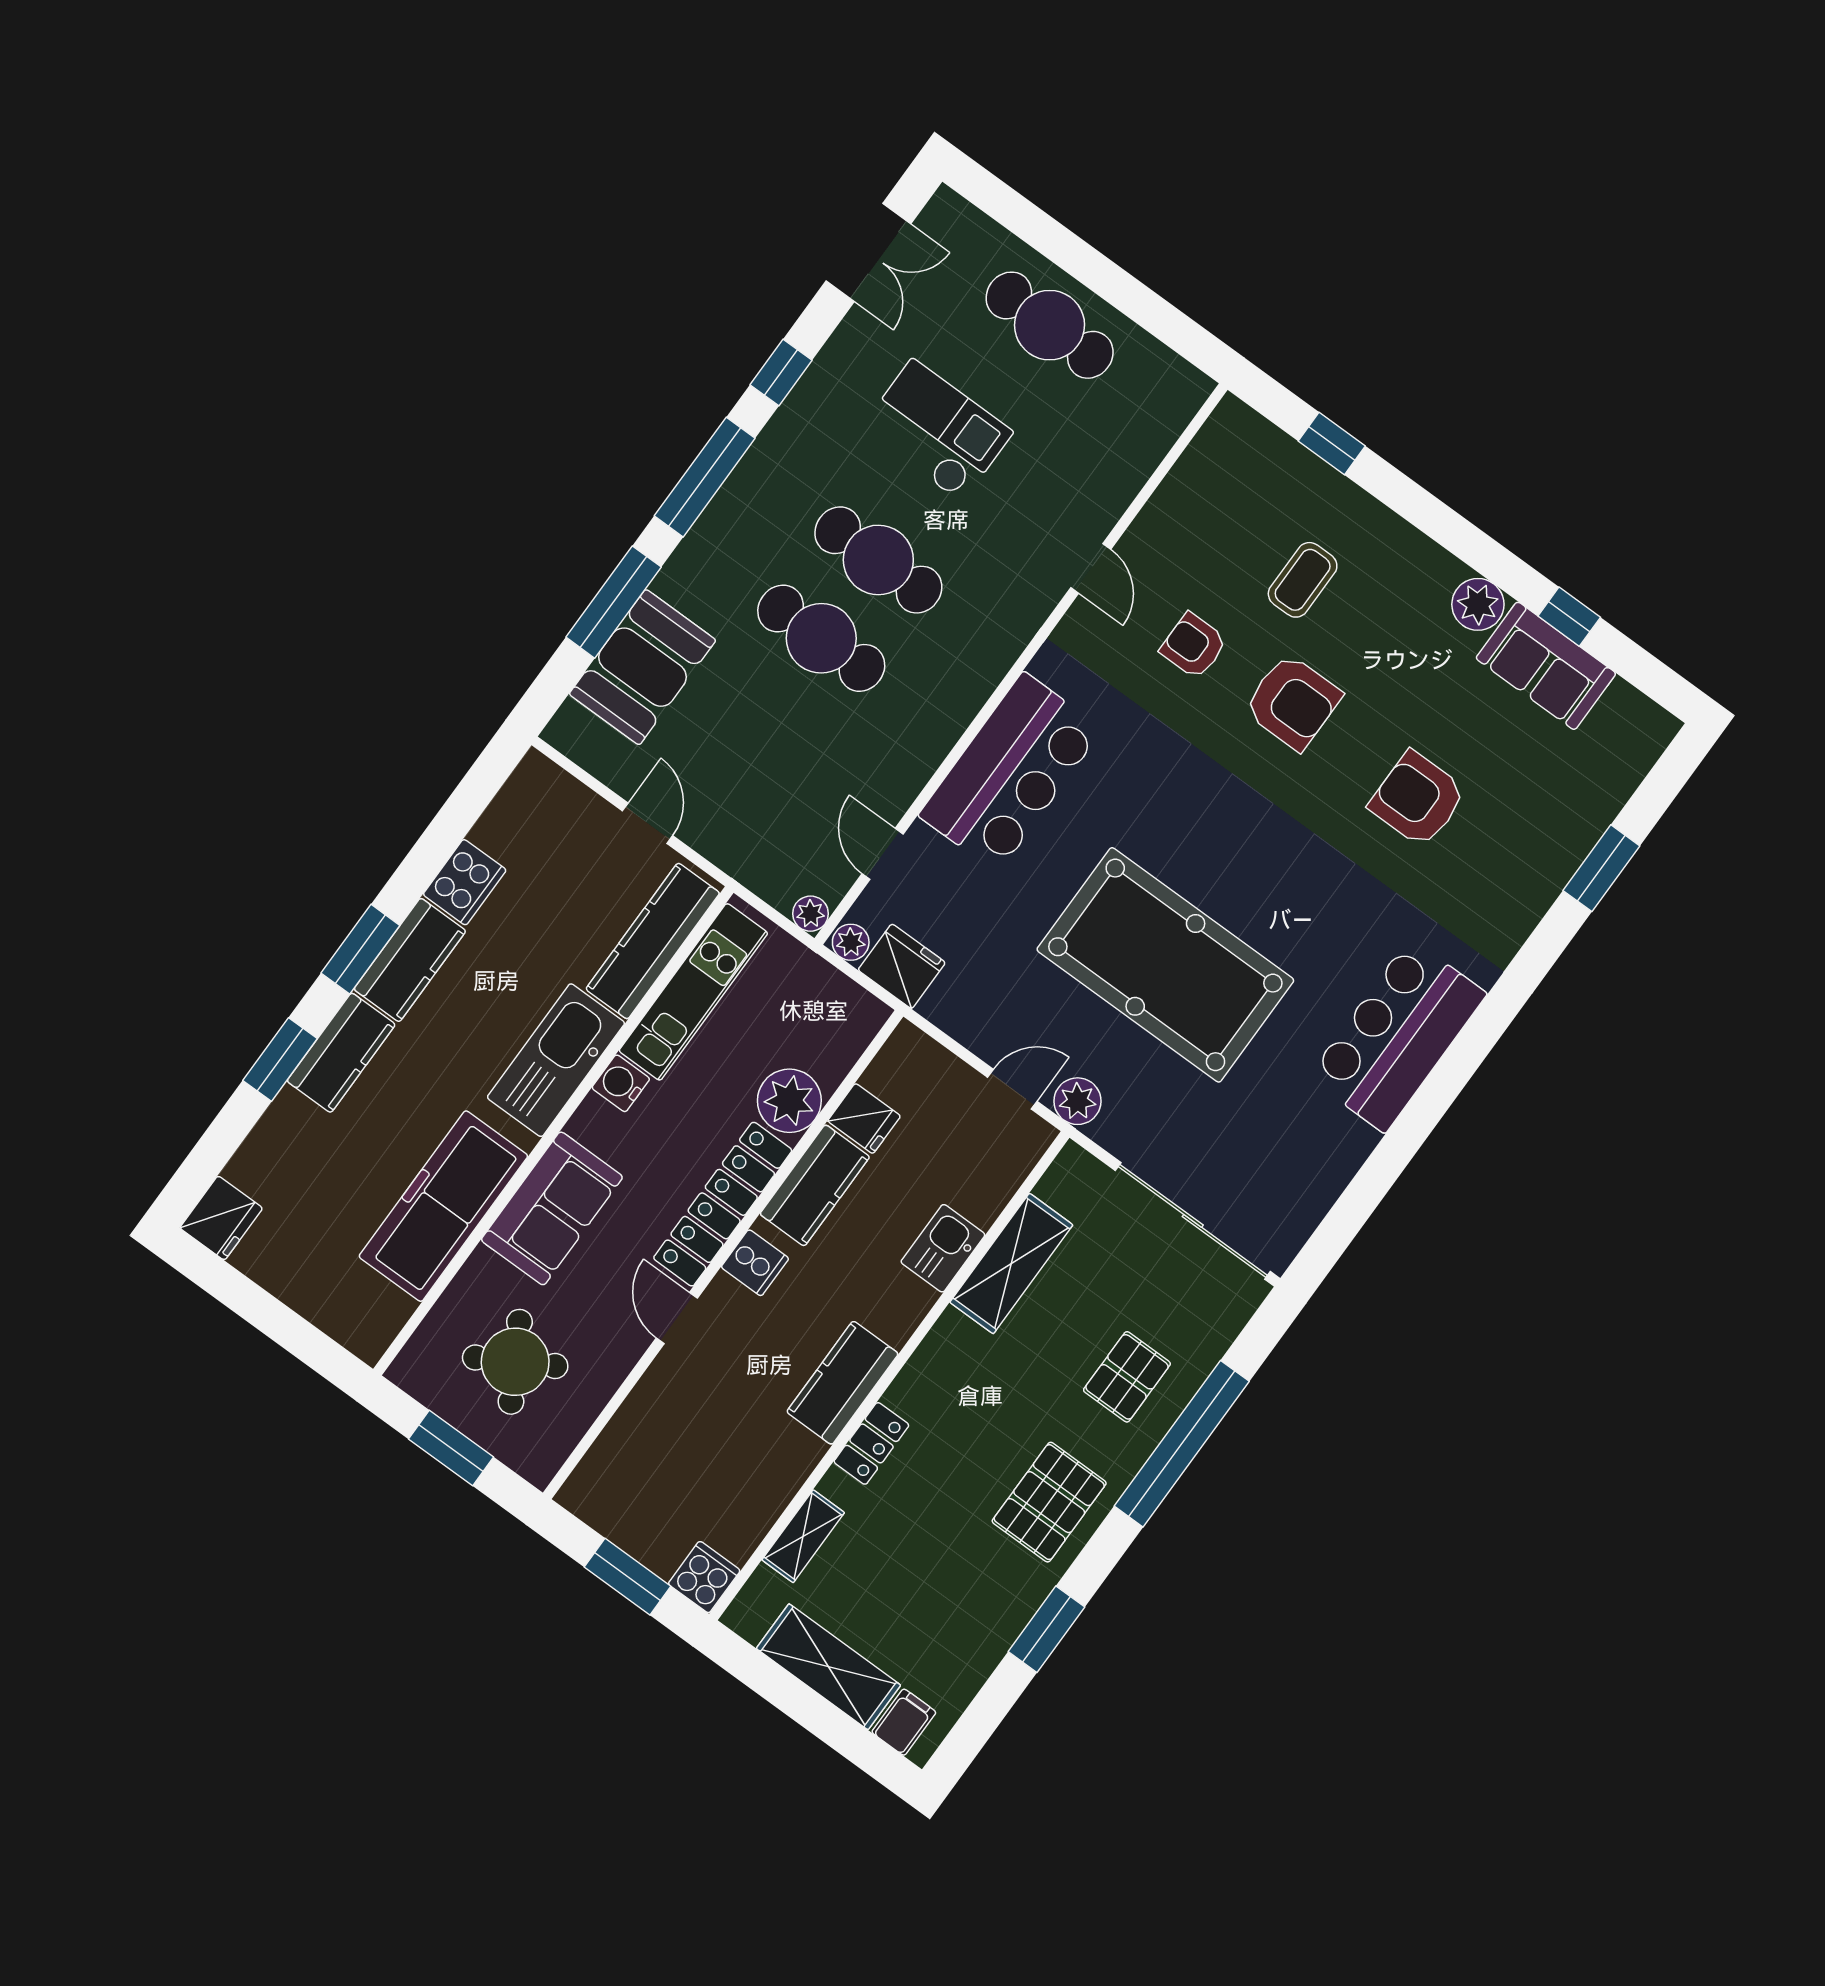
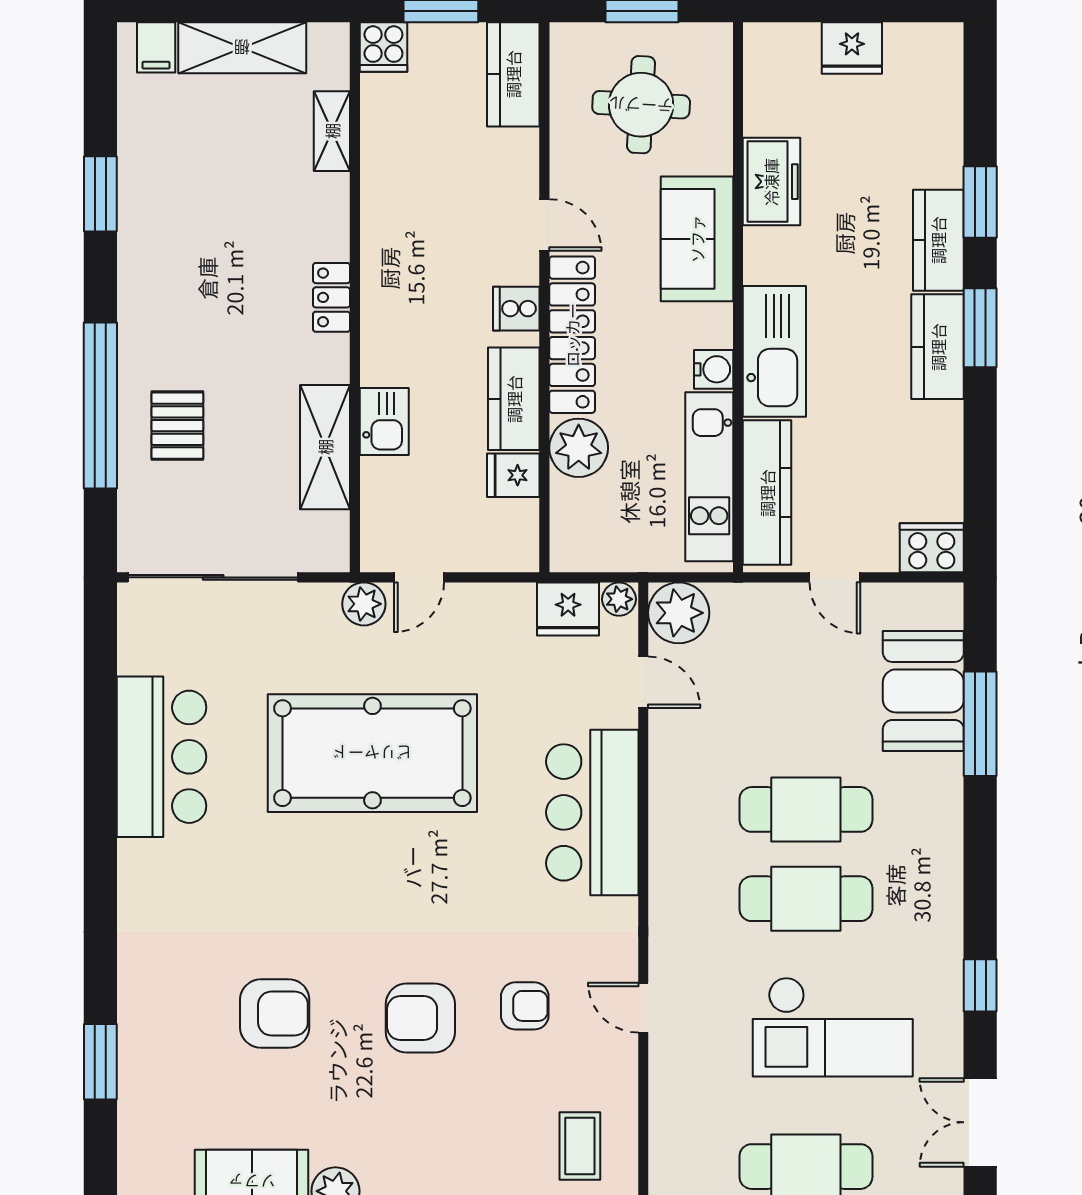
checkout: (937, 430) -> (833, 1027), width x1.36, depth x1.21
window: (705, 477) -> (980, 866), removed
coffee table: (1303, 580) -> (580, 1146), moved
cooker: (465, 882) -> (932, 548), moved, turned 90
plant: (811, 914) -> (679, 613), width x1.88, depth x1.88
bar counter: (1397, 1035) -> (161, 757), moved
freezer: (443, 1206) -> (771, 182), width x0.52, depth x0.79
fridge: (221, 1218) -> (852, 48), moved, turned -90
round table: (515, 1362) -> (641, 105), turned 33
kitchen counter: (842, 1383) -> (513, 74), moved, turned 180
locker: (871, 1443) -> (332, 297), moved
pallet: (1049, 1502) -> (167, 290), removed

